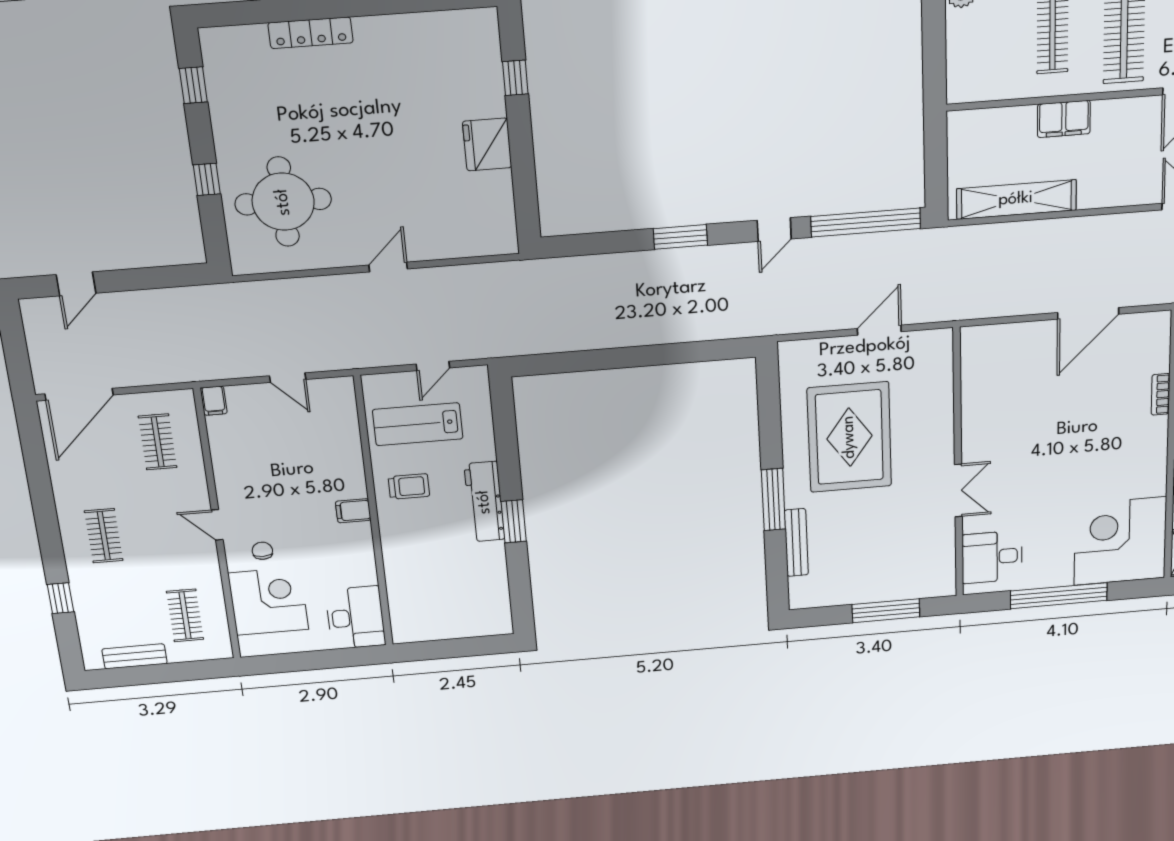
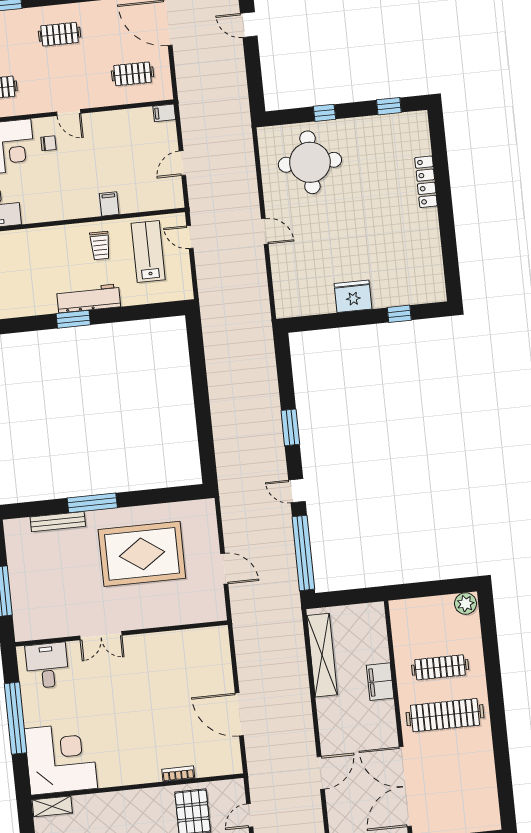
door: (433, 366) -> (190, 237), moved
filing cabinet: (353, 511) -> (109, 204), moved
door: (217, 525) -> (69, 113), swing flipped

